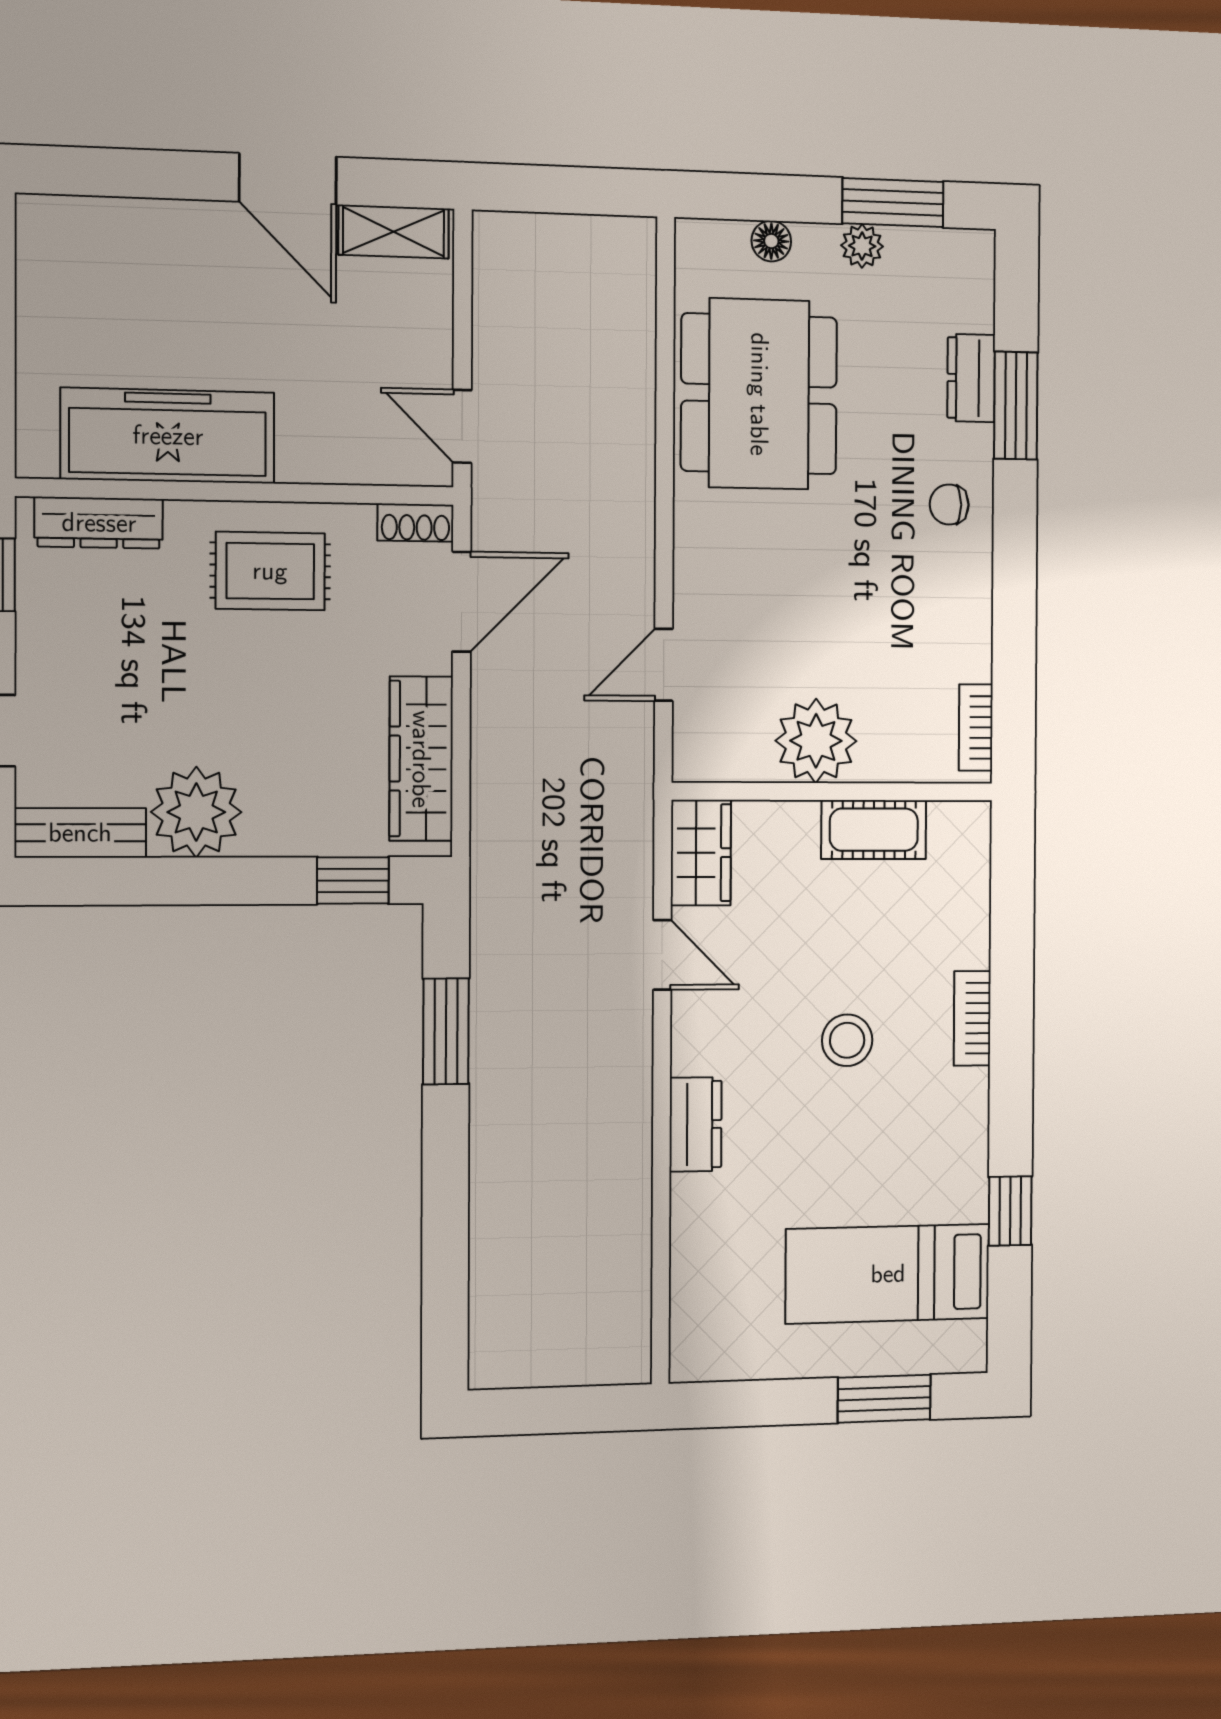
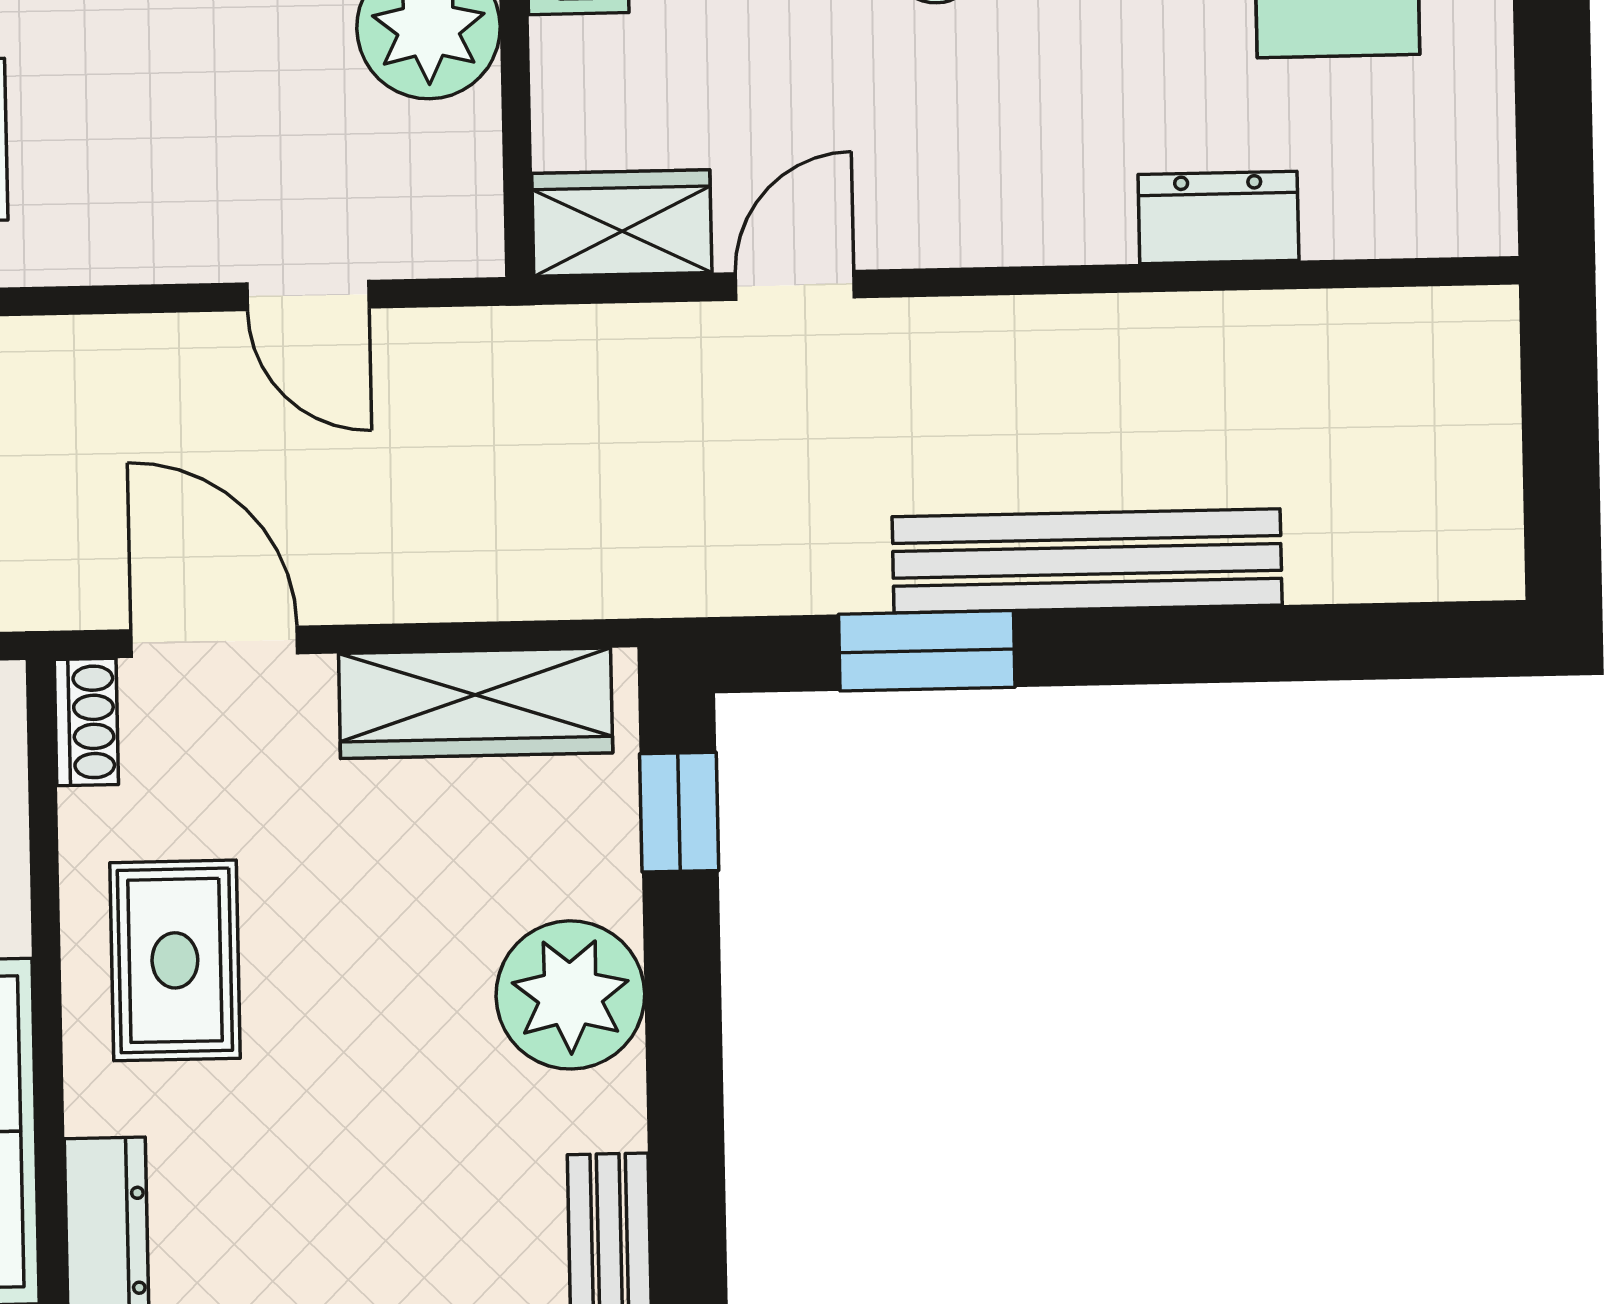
plant: (196, 812) -> (570, 995), moved
dresser: (696, 1124) -> (1218, 217), moved
bench: (497, 1128) -> (1087, 561), added

